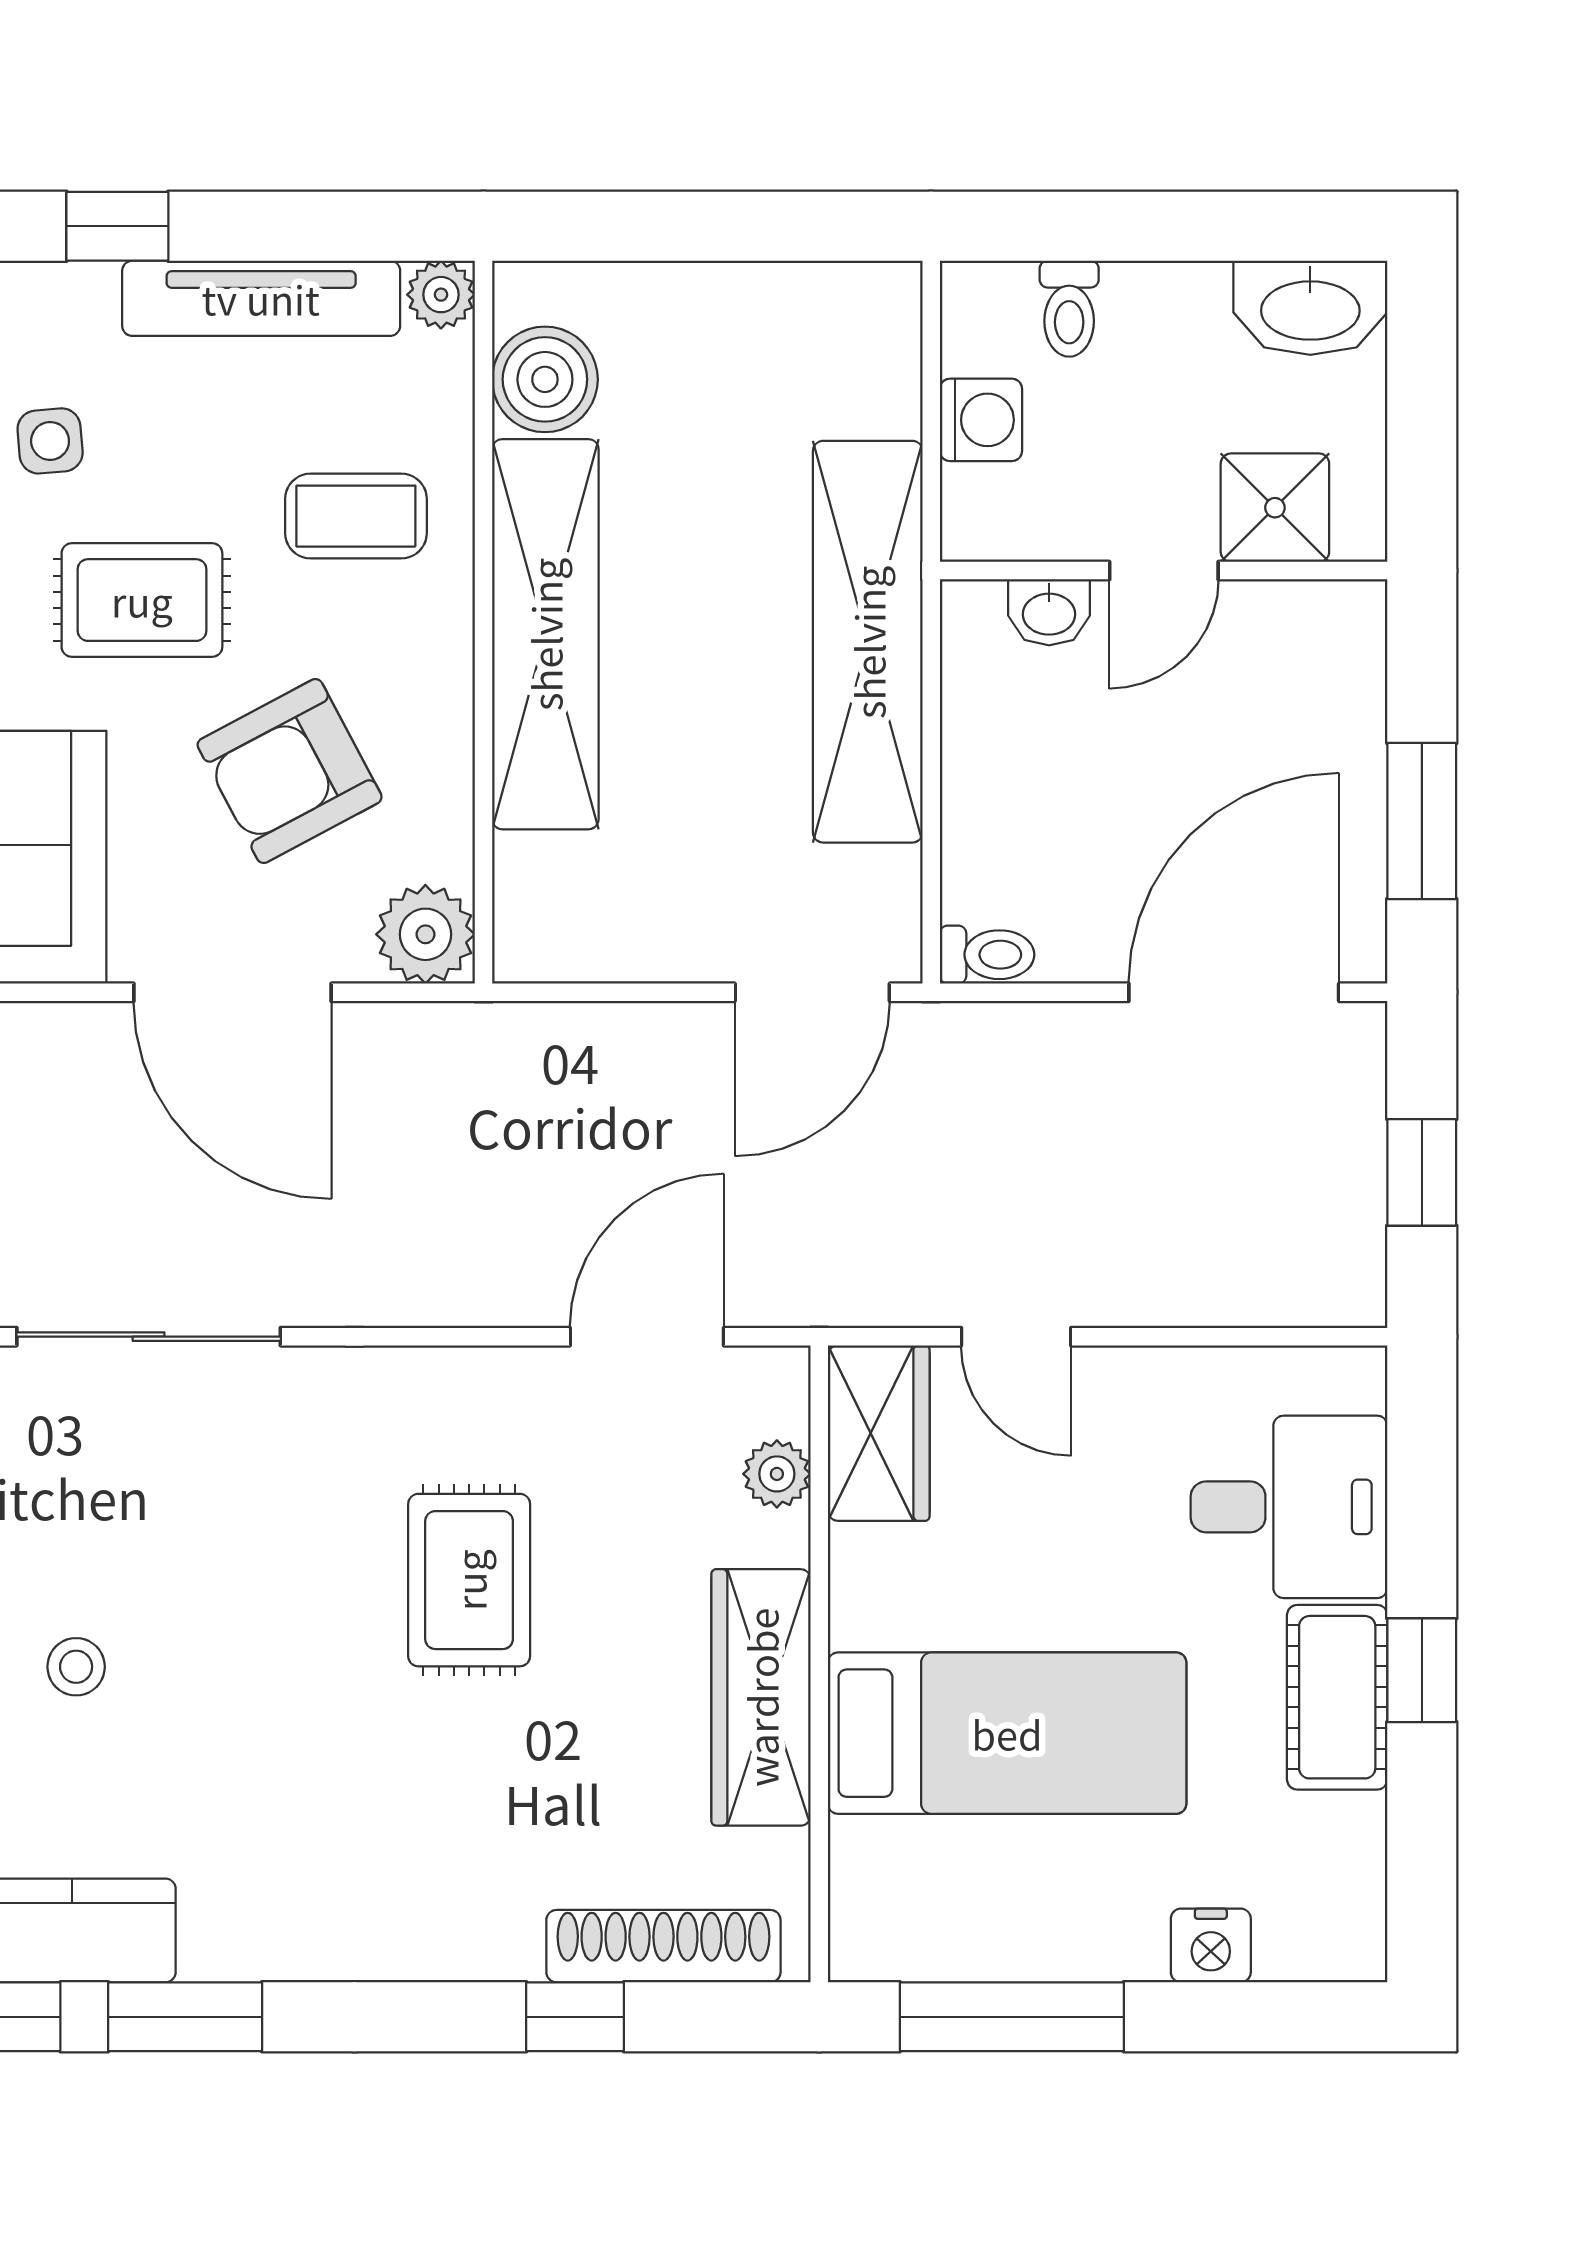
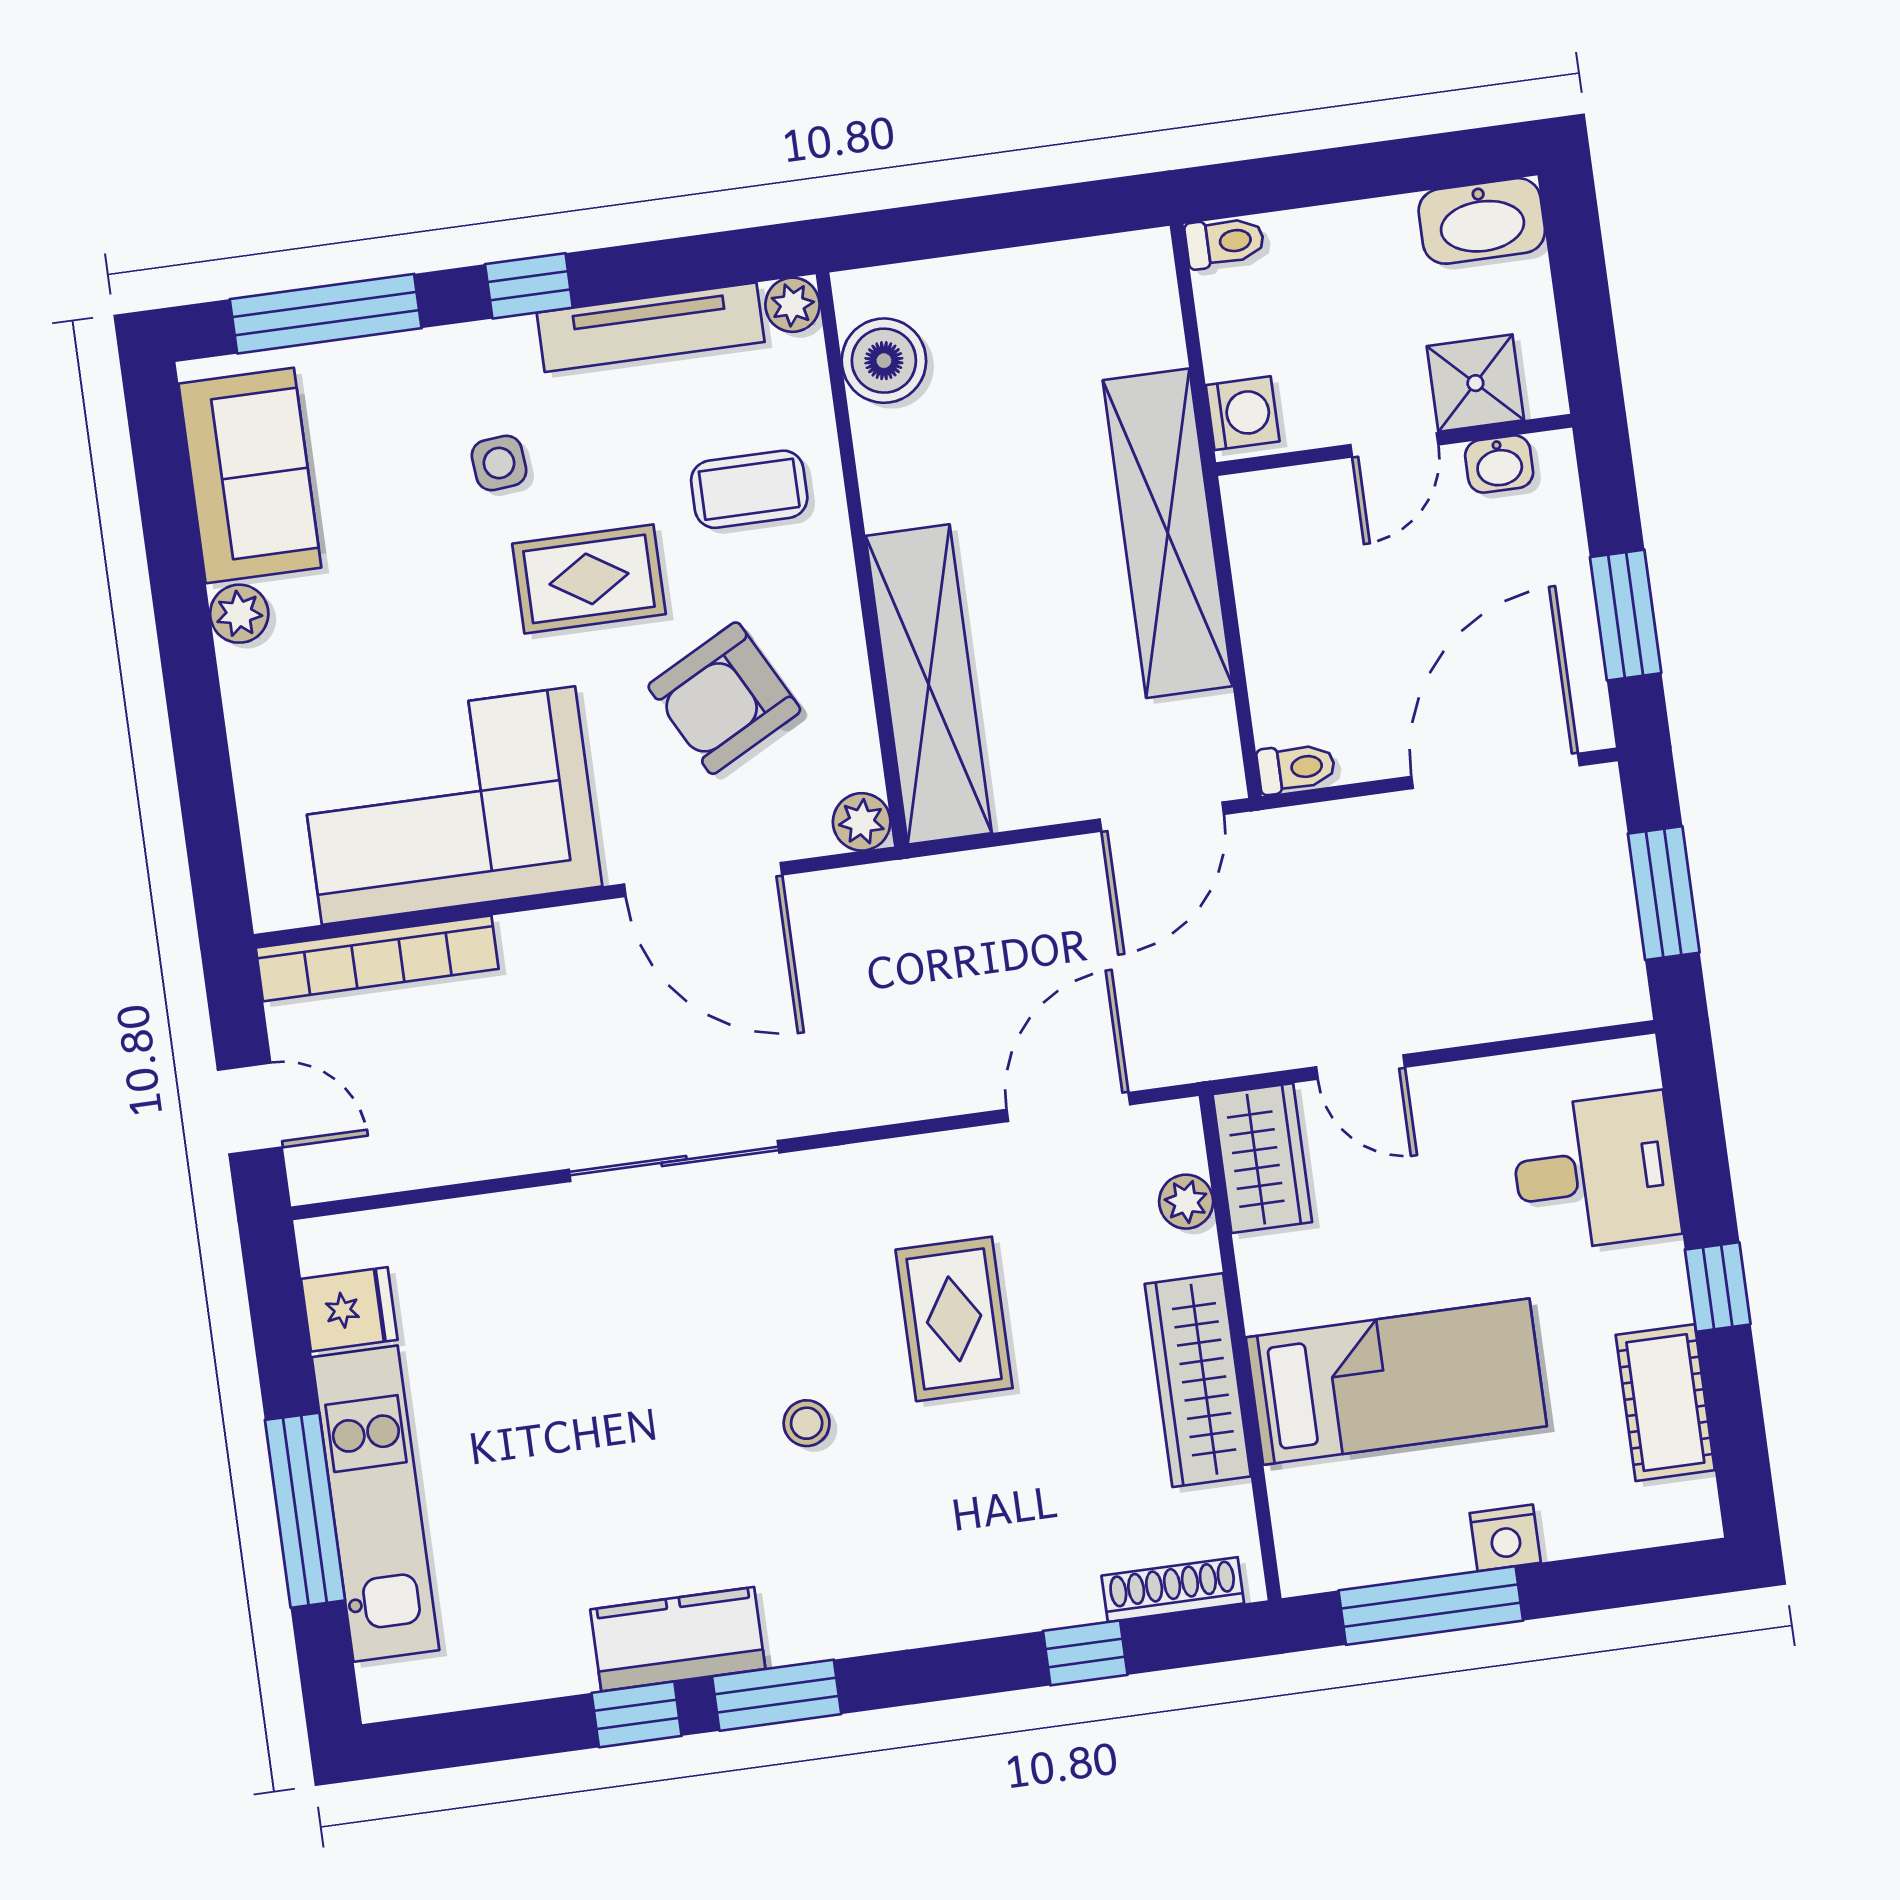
toilet: (1069, 309) -> (1225, 242), moved, turned -90
washing machine: (981, 420) -> (1243, 413), moved
washbasin: (1049, 612) -> (1499, 464), moved
shelving: (545, 634) -> (929, 684), moved
plant: (425, 934) -> (862, 822), width x0.73, depth x0.73
window: (1422, 1172) -> (1664, 893), width x1.50
stool: (76, 1667) -> (807, 1423), moved
cot: (1337, 1697) -> (1665, 1403), moved
nightstand: (1211, 1945) -> (1505, 1538), moved
shoe rack: (663, 1946) -> (1173, 1590), width x0.74, depth x0.81

